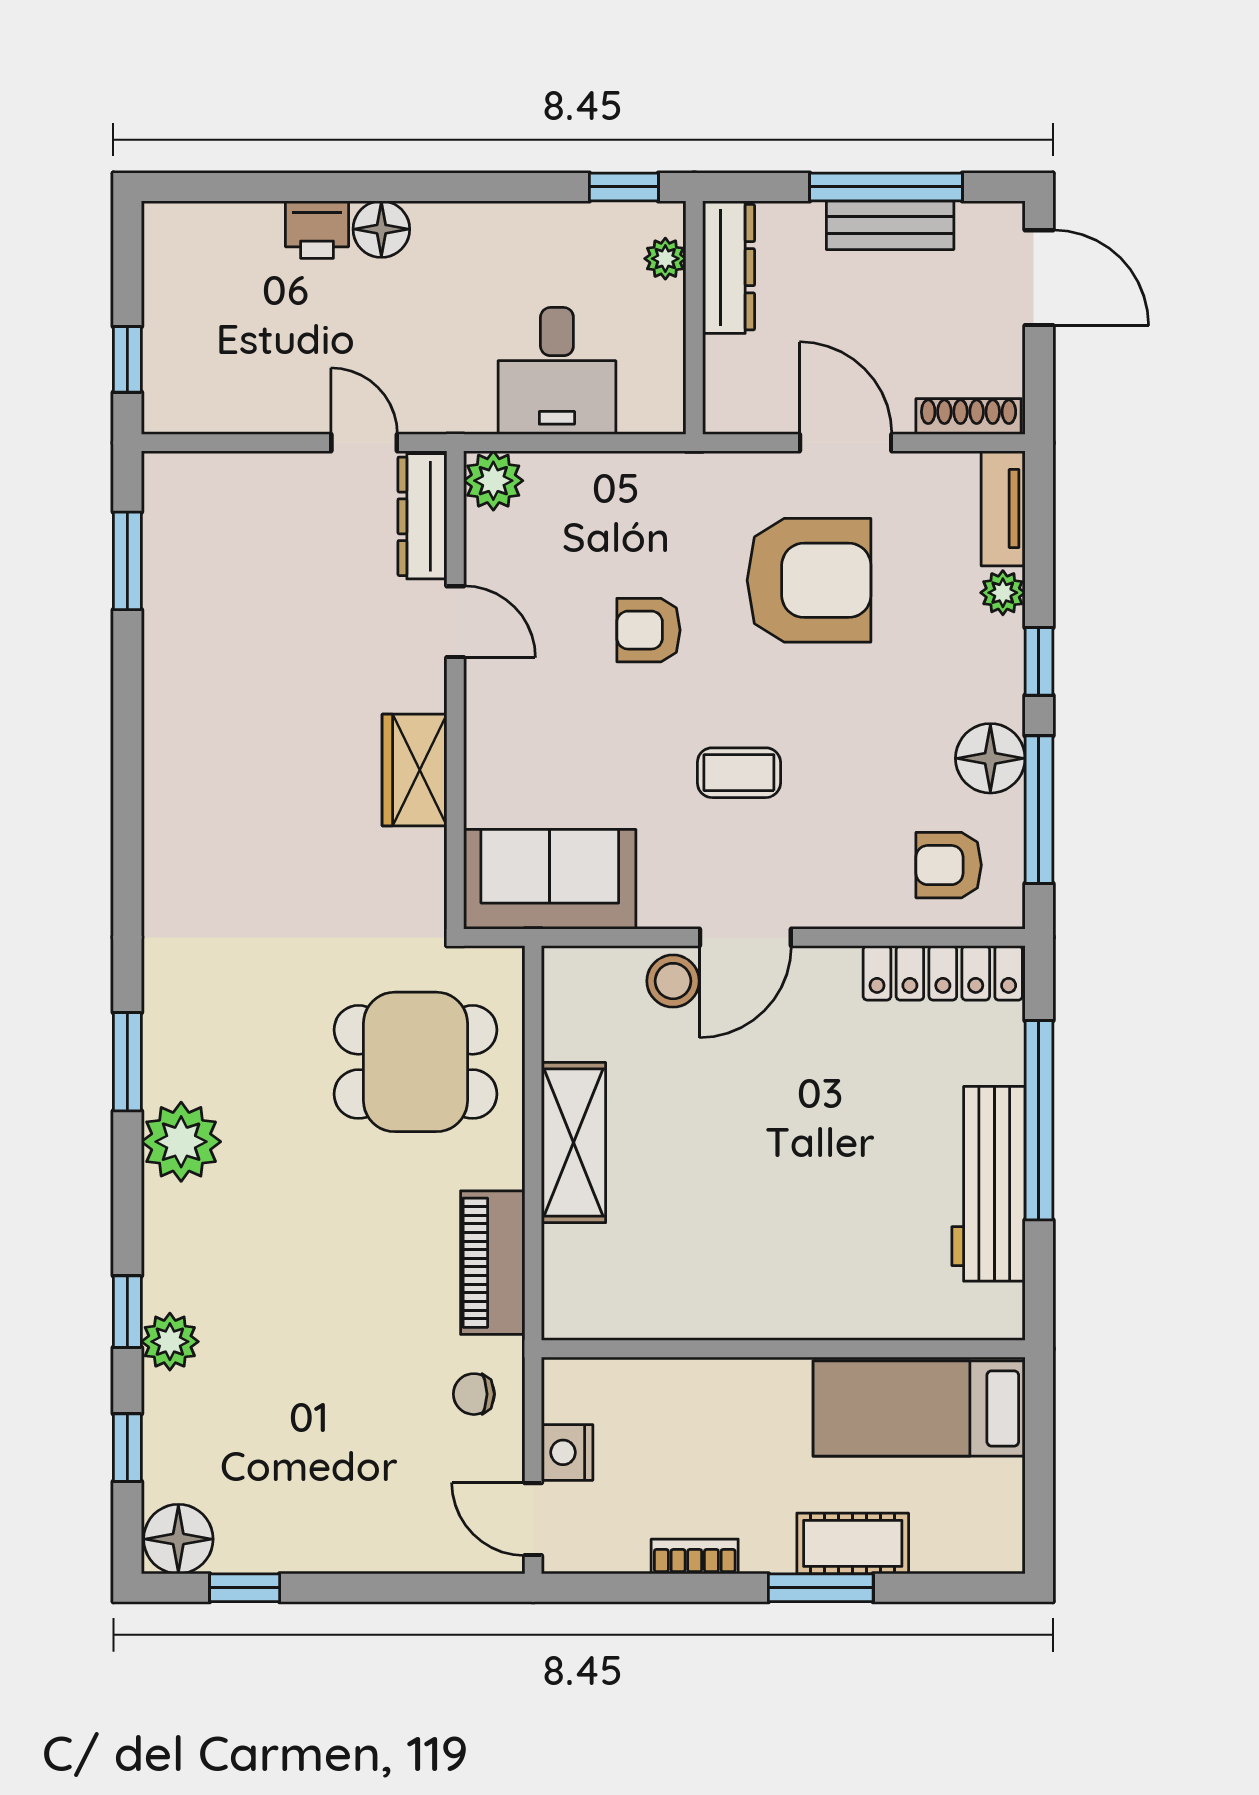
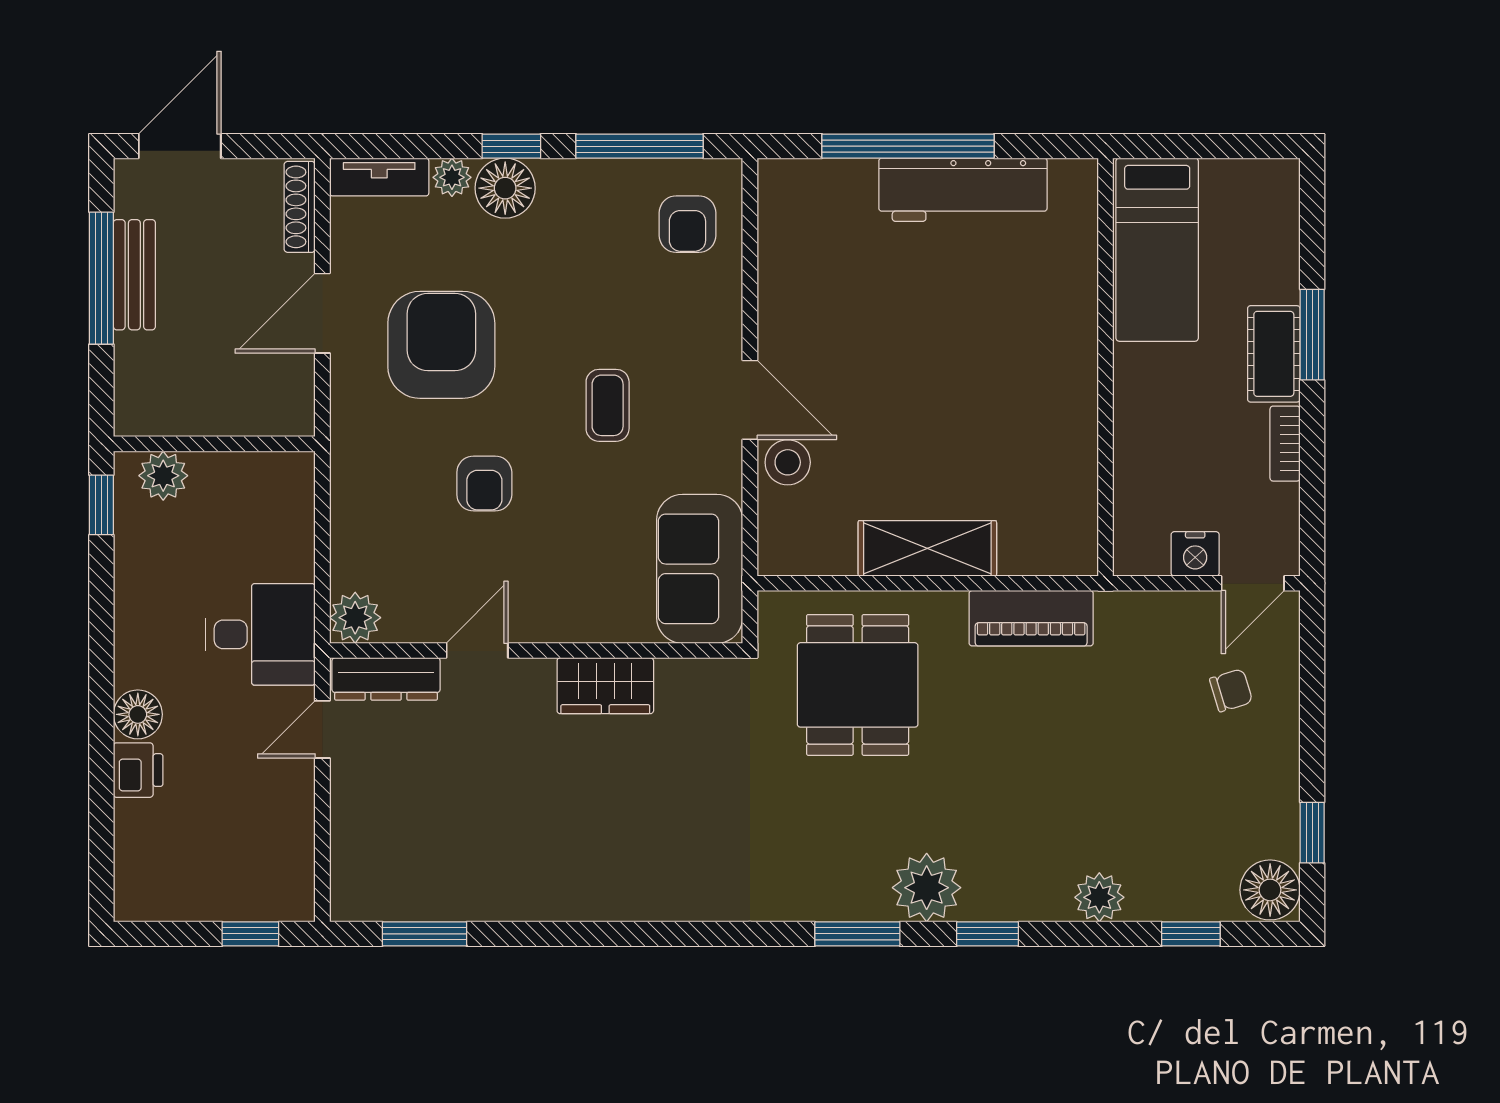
plant: (665, 259) -> (163, 476), width x1.38, depth x1.38
dresser: (729, 267) -> (171, 414), removed
desk: (557, 371) -> (260, 634), moved
floor lamp: (990, 758) -> (505, 188), moved
locker: (943, 973) -> (781, 229), removed
window: (127, 1312) -> (988, 934), moved
chair: (474, 1394) -> (1231, 690), moved, turned -107
cot: (853, 1543) -> (1274, 354), moved

